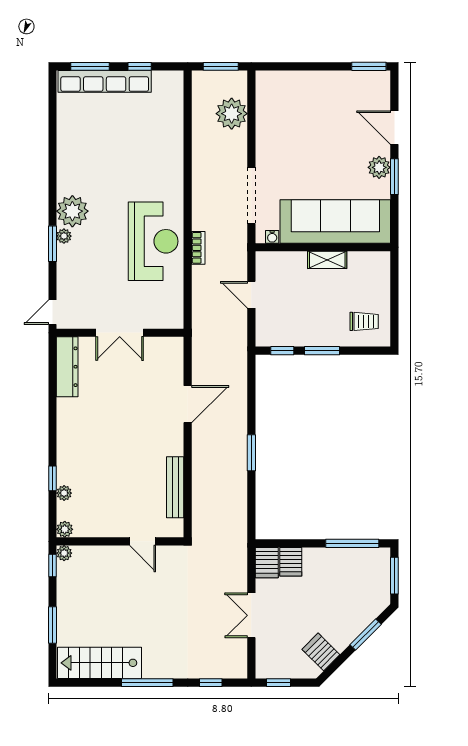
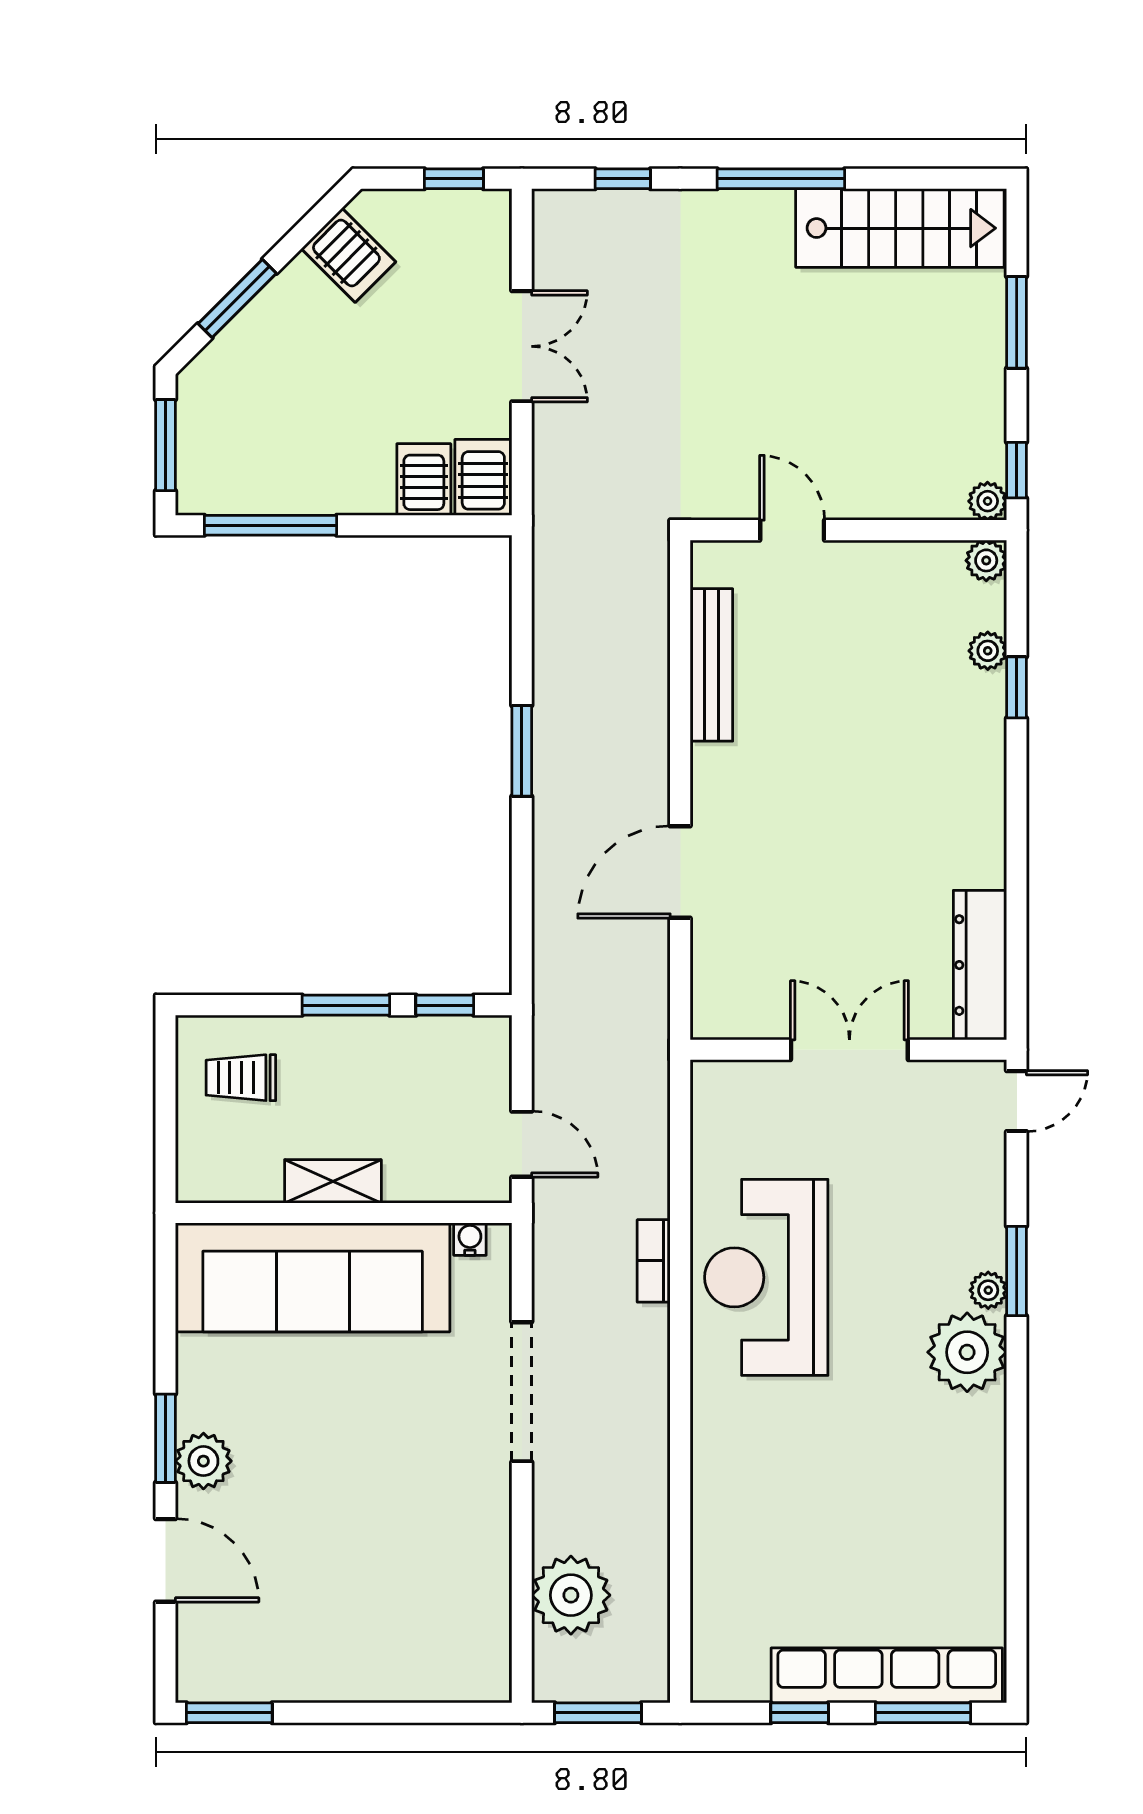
sofa: (335, 221) -> (313, 1277), moved
water cooler: (272, 237) -> (470, 1239), moved
wall: (323, 247) -> (344, 1213), moved
shelving: (327, 260) -> (333, 1181), moved

